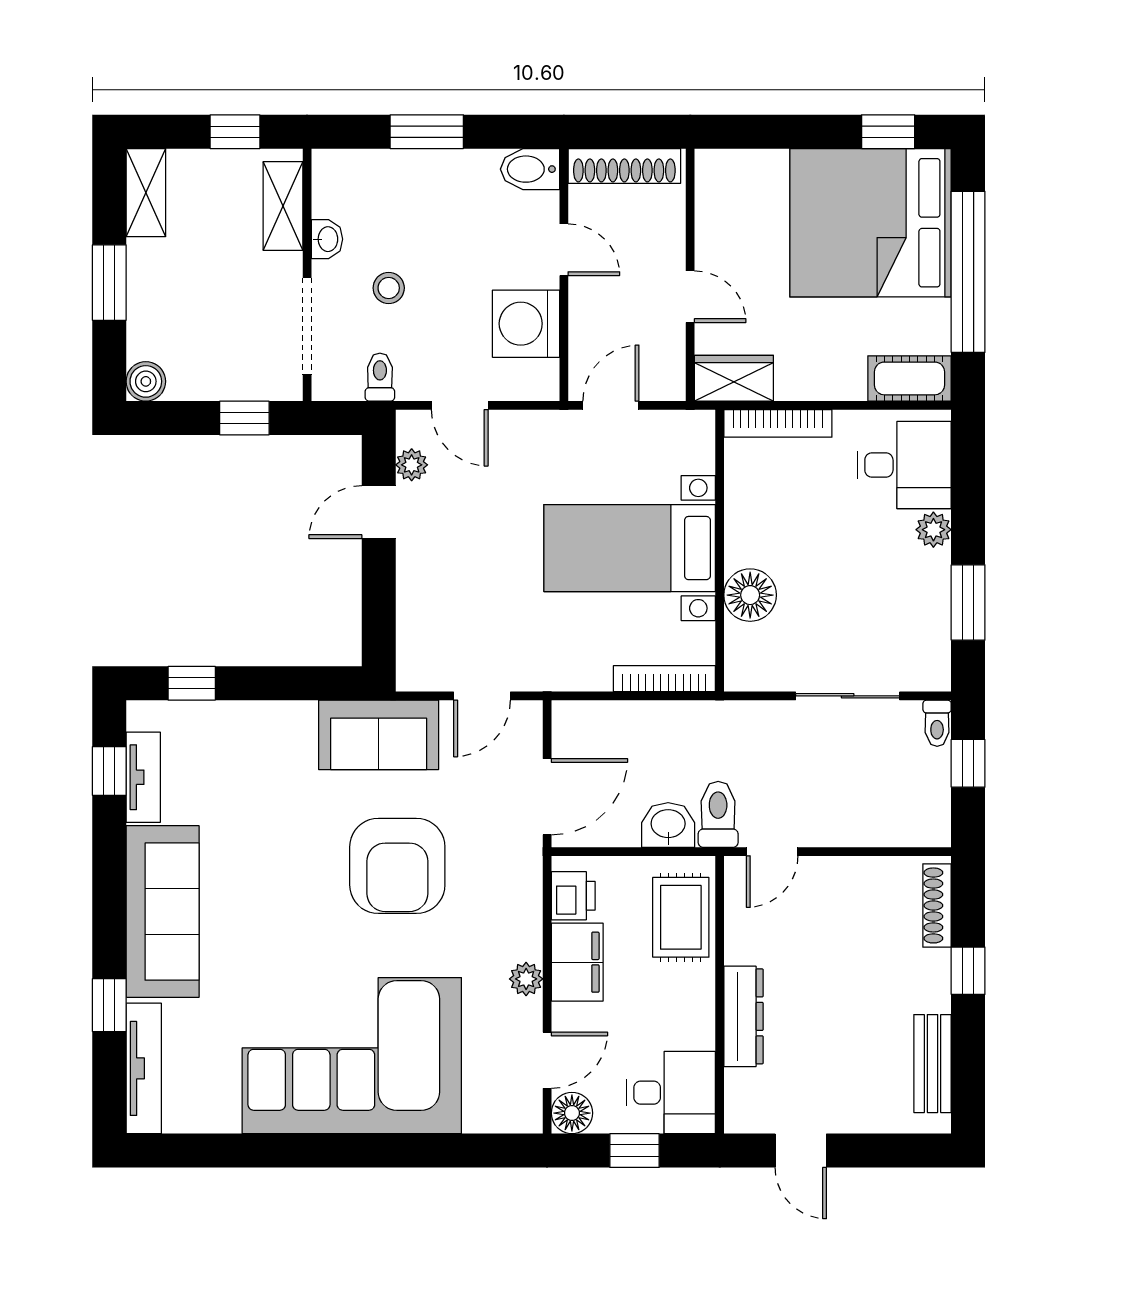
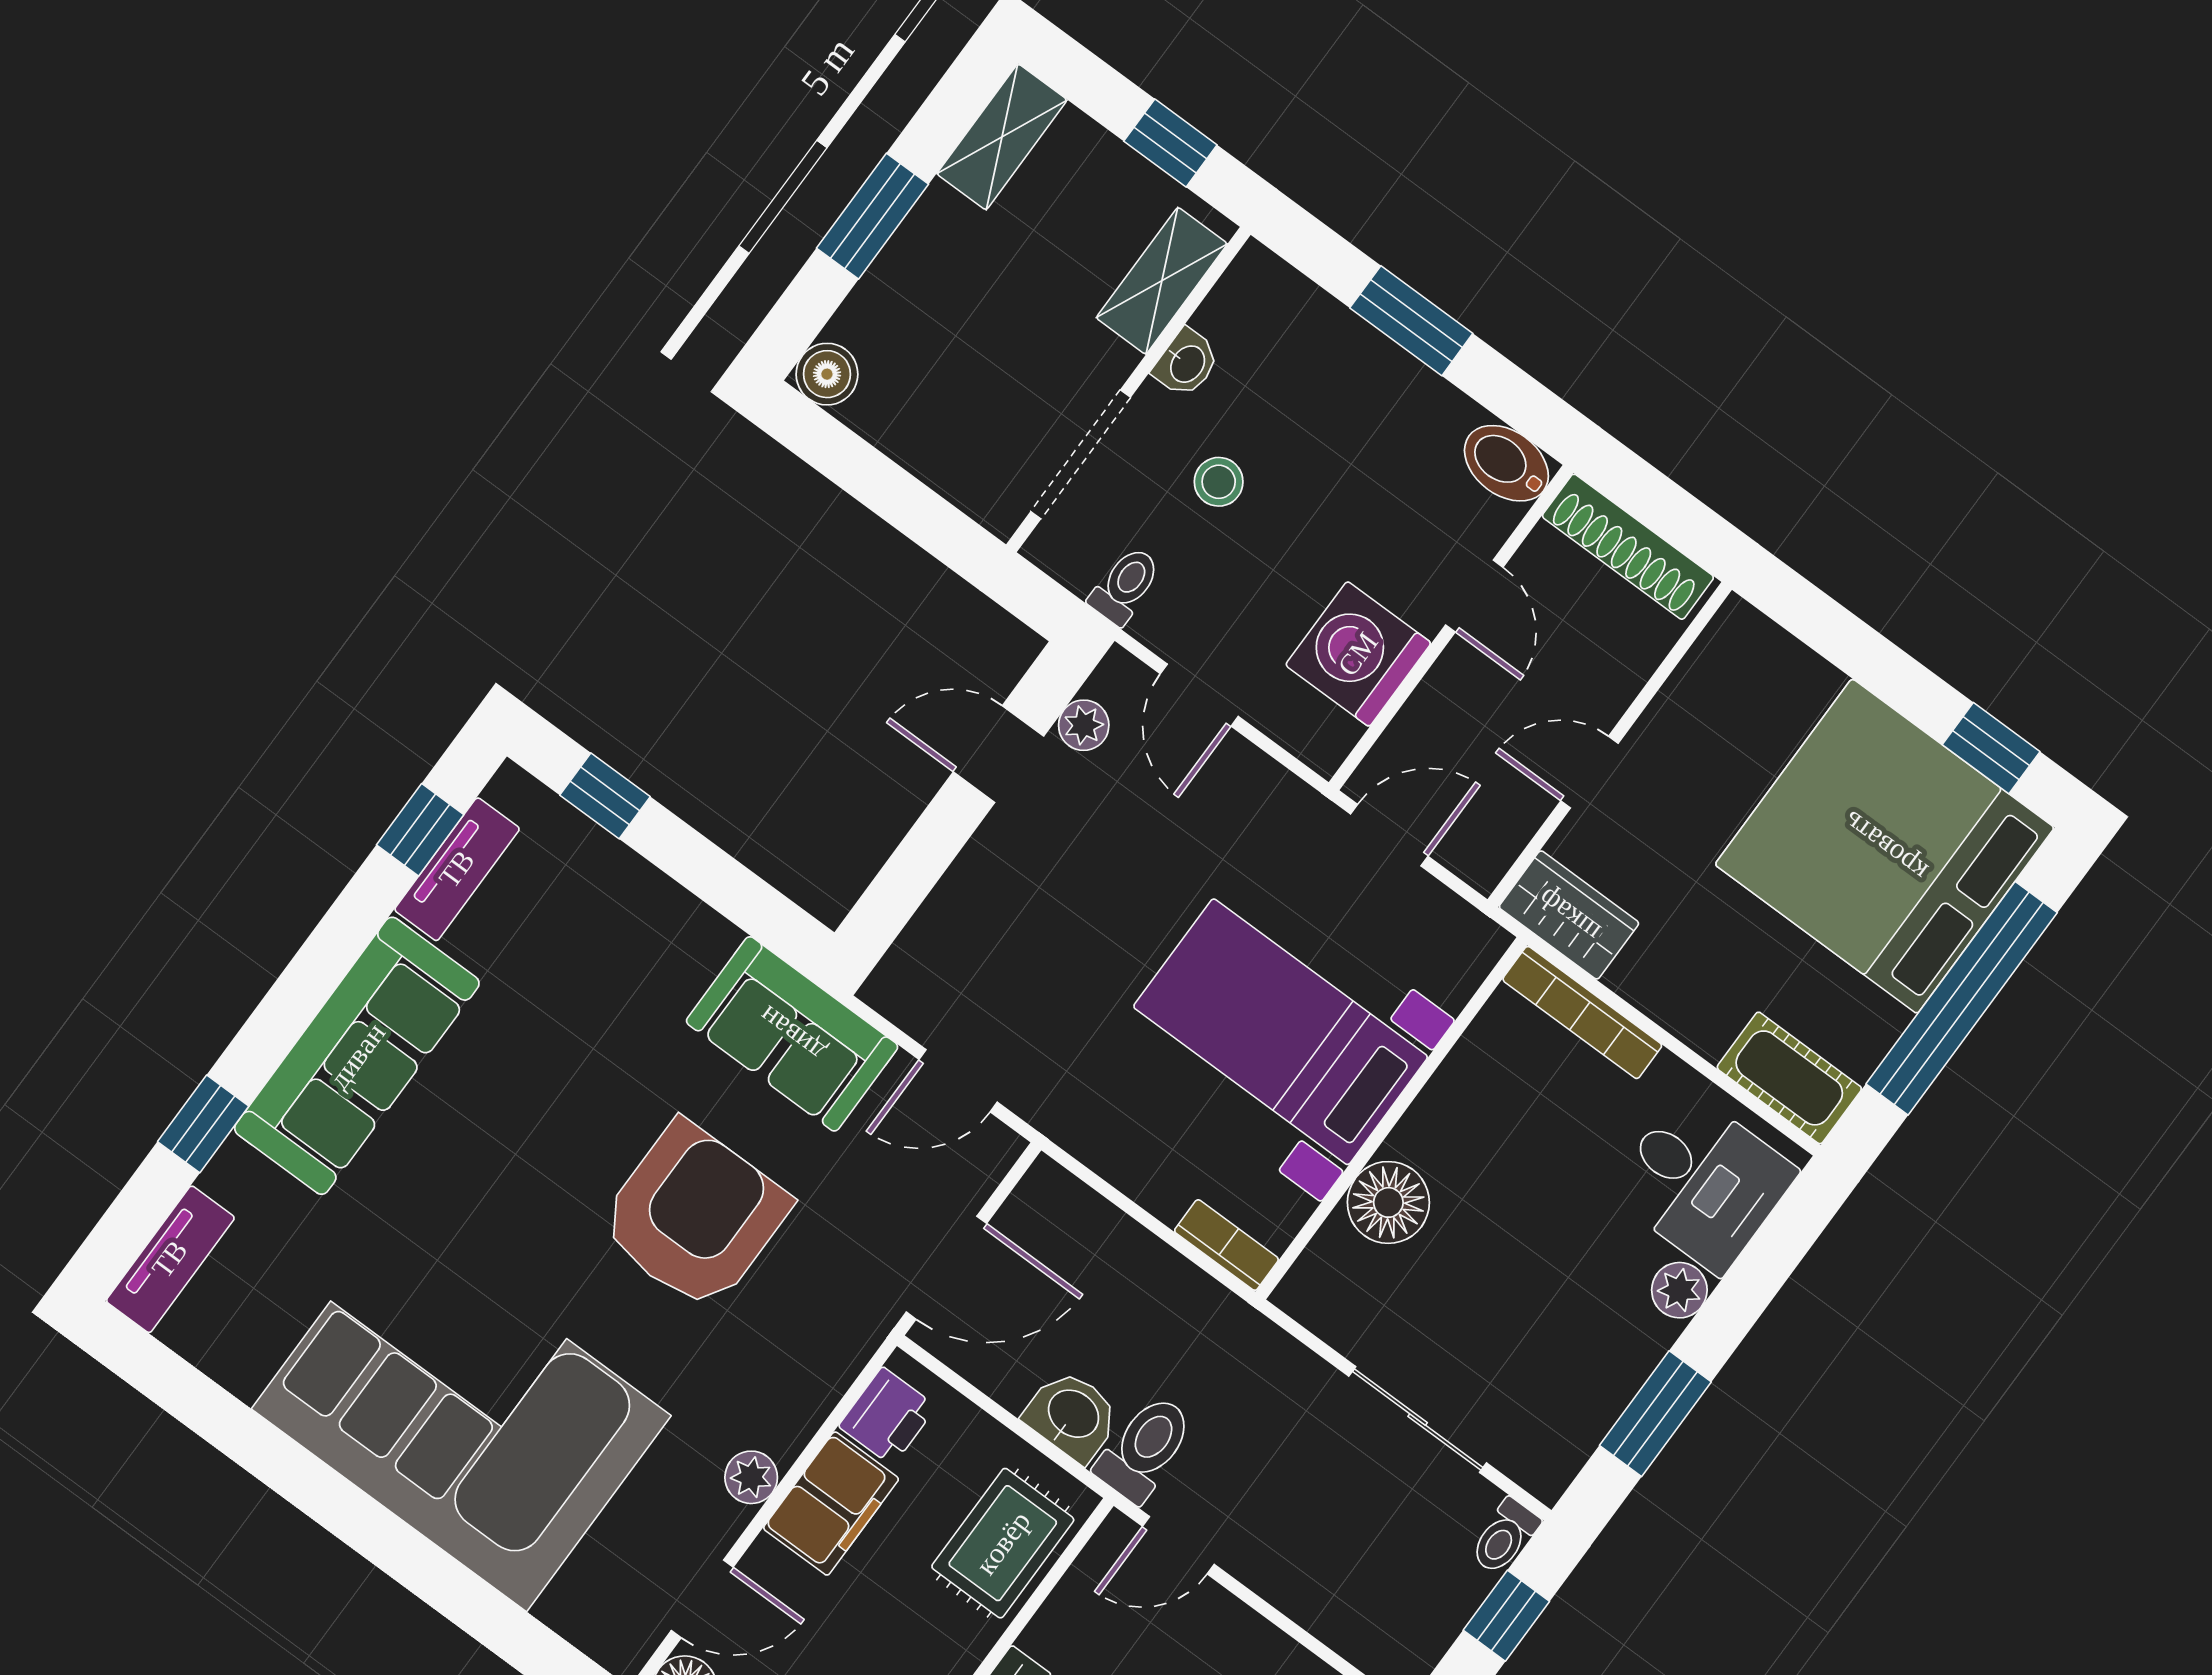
door: (690, 297) -> (1589, 772), swing flipped
window: (244, 418) -> (917, 511), removed
bookcase: (664, 679) -> (1226, 1245), width x0.64
armchair: (397, 866) -> (694, 1216), turned 180
tv unit: (144, 1068) -> (170, 1259), width x0.71

